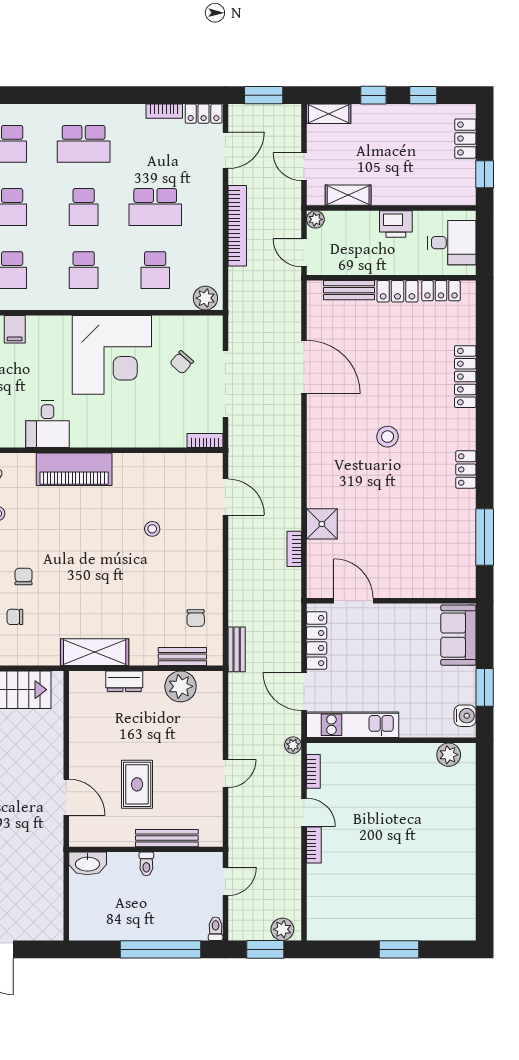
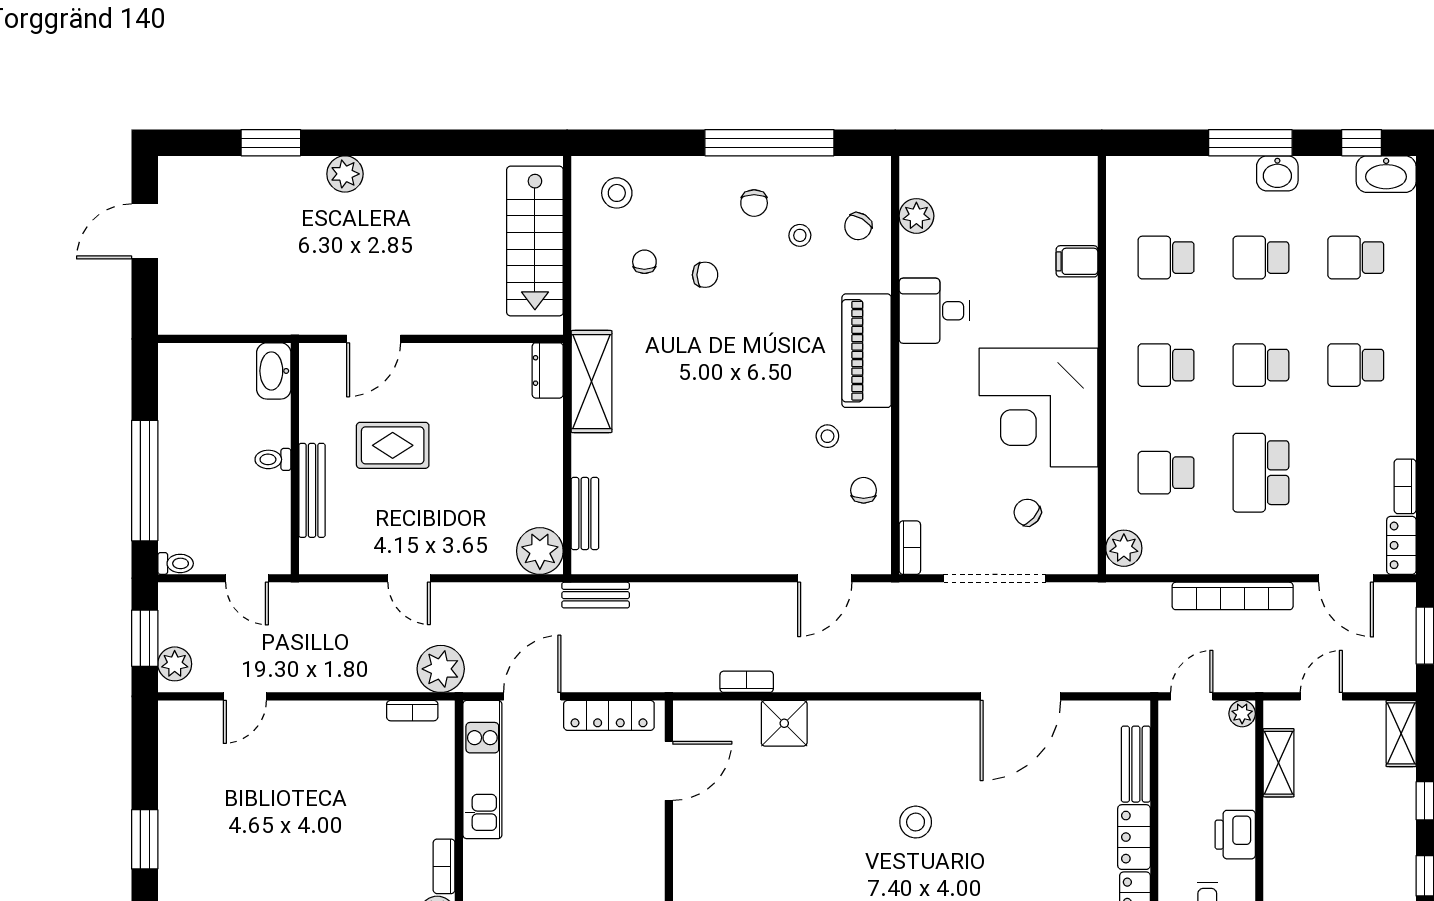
school desk: (84, 144) -> (1356, 365), width x0.54
stool: (152, 529) -> (827, 436), moved
chair: (196, 618) -> (864, 490), moved, turned 91
dresser: (124, 681) -> (548, 370), moved
plant: (181, 686) -> (540, 551), moved
plant: (293, 745) -> (441, 669), width x1.87, depth x1.87
door: (304, 812) -> (245, 696), moved
bookcase: (314, 845) -> (444, 866), moved, turned 90

